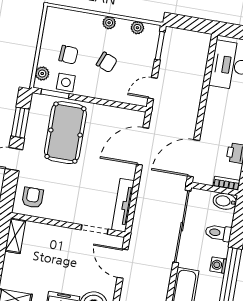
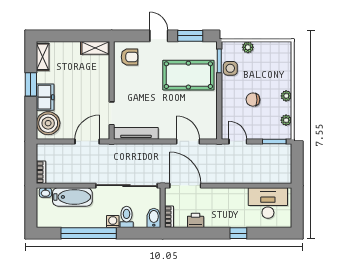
chair: (69, 55) -> (254, 67), removed
chair: (107, 62) -> (253, 100), turned 68
plant: (42, 74) -> (248, 47), moved
door: (143, 146) -> (188, 141), width x0.73
washing machine: (218, 265) -> (113, 221), moved

